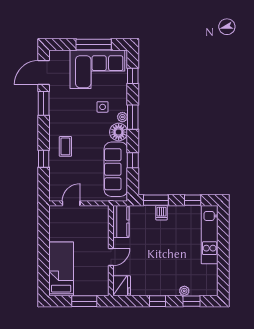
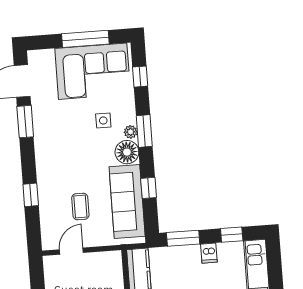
coffee table: (65, 146) -> (80, 207), moved
dishwasher: (161, 213) -> (209, 253), moved

